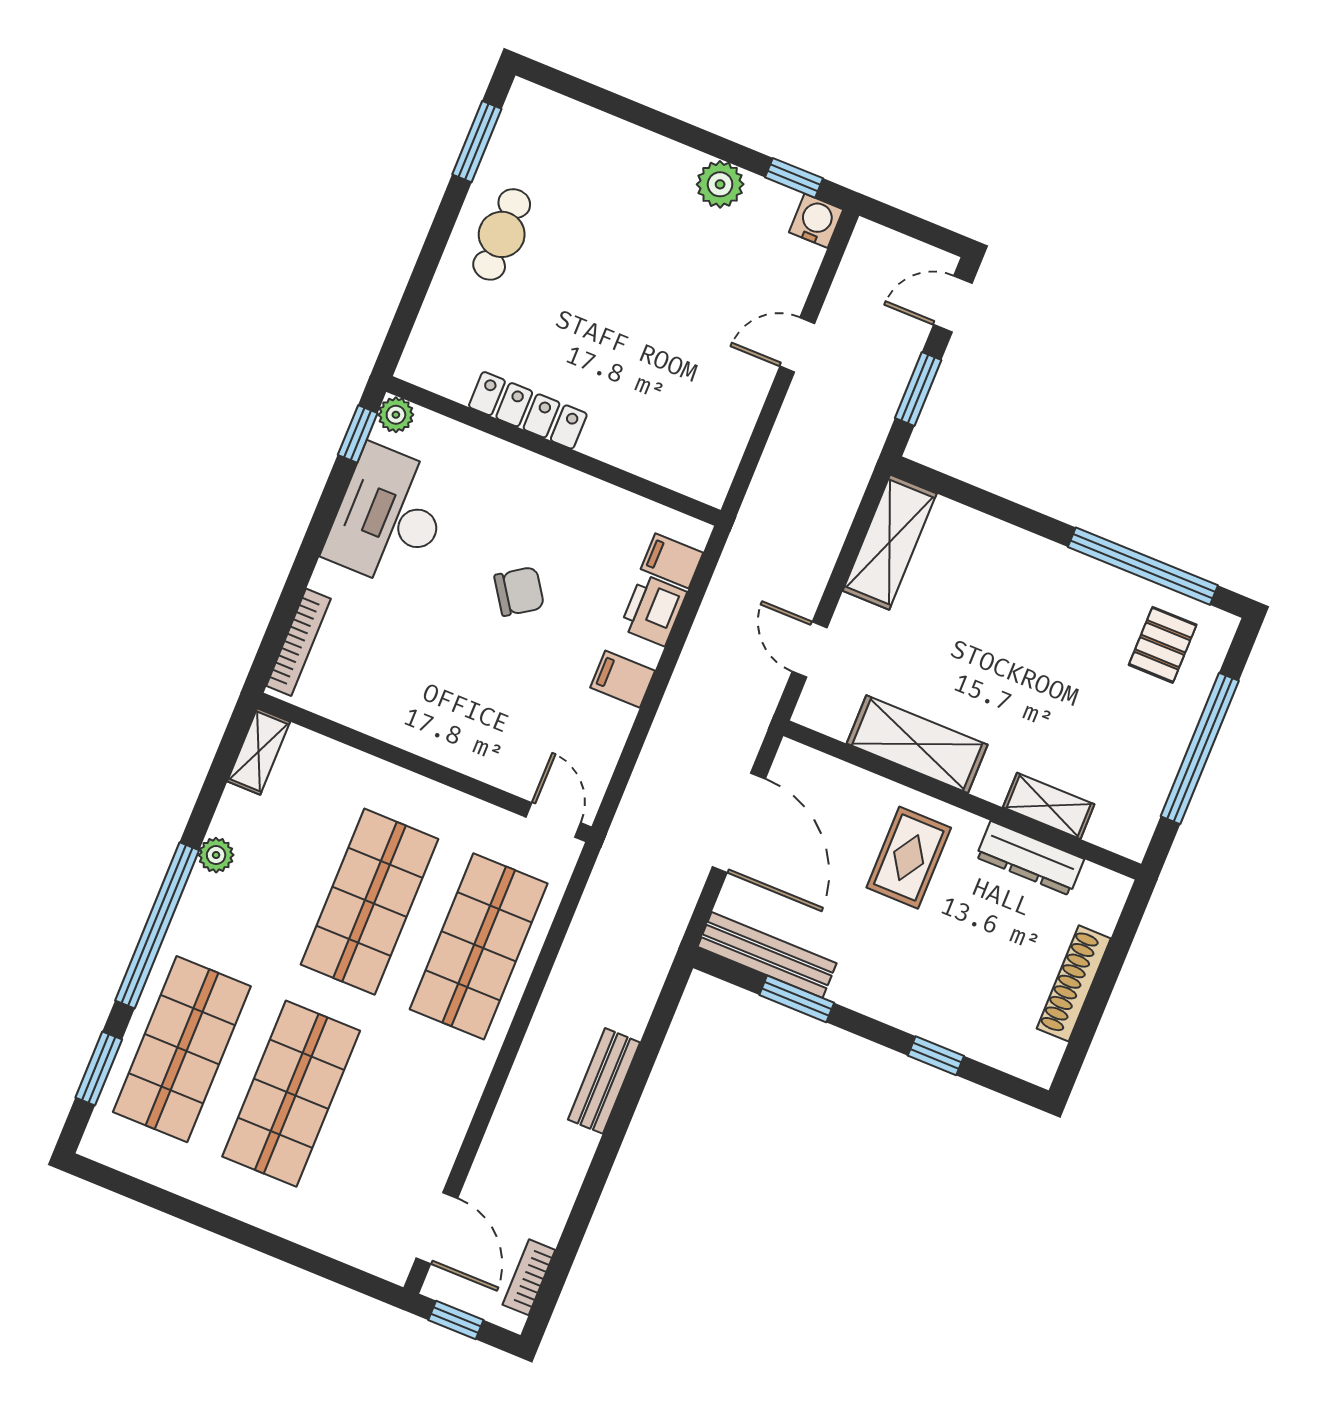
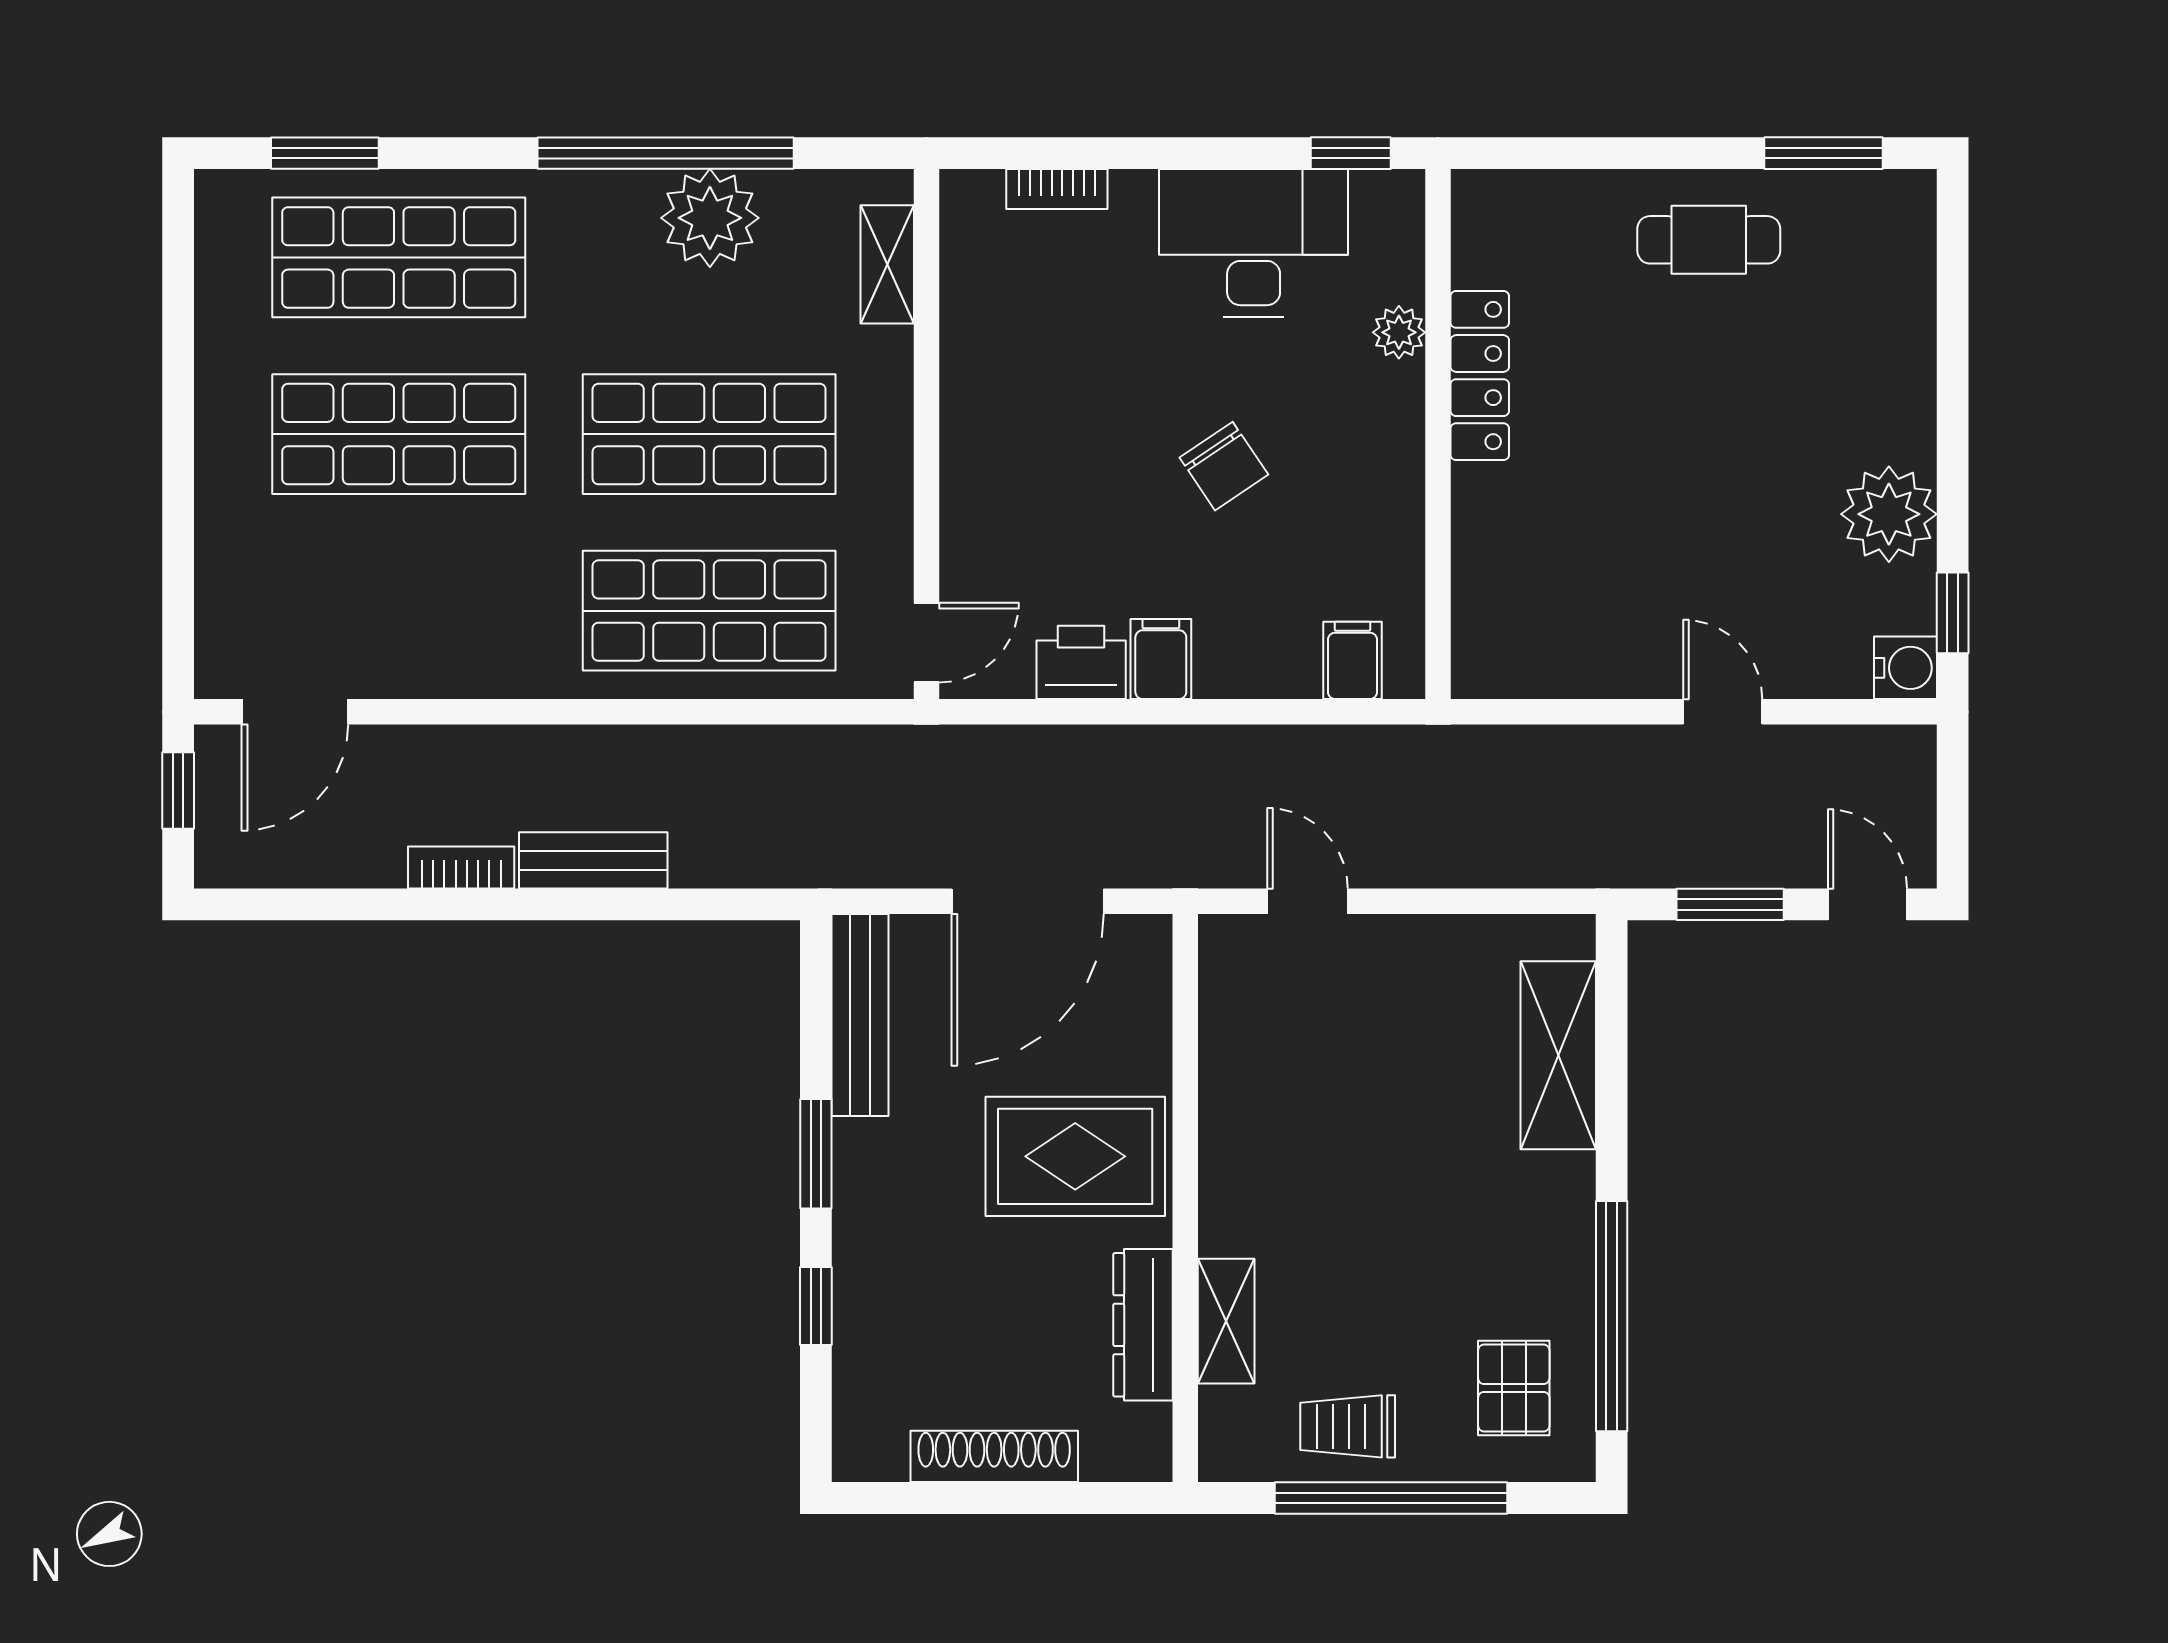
plant: (720, 184) -> (1889, 514), width x1.36, depth x1.36
plant: (396, 415) -> (1399, 332), moved
shelving: (890, 542) -> (1558, 1055), moved, turned 90
printer: (653, 610) -> (1081, 662), moved
bookcase: (299, 642) -> (1057, 189), width x0.64
pallet: (1163, 645) -> (1514, 1388), turned 90
door: (810, 650) -> (1307, 901), hinge flipped
shelving: (917, 744) -> (1237, 1104), removed
shelving: (259, 752) -> (887, 264), moved, turned 90
trolley: (1144, 757) -> (1348, 1426), added
plant: (216, 855) -> (710, 218), width x1.88, depth x1.88
rug: (909, 858) -> (1075, 1156), width x1.36, depth x1.43
window: (157, 925) -> (666, 153), moved
window: (797, 999) -> (816, 1154), moved
bookcase: (529, 1277) -> (461, 867), moved

